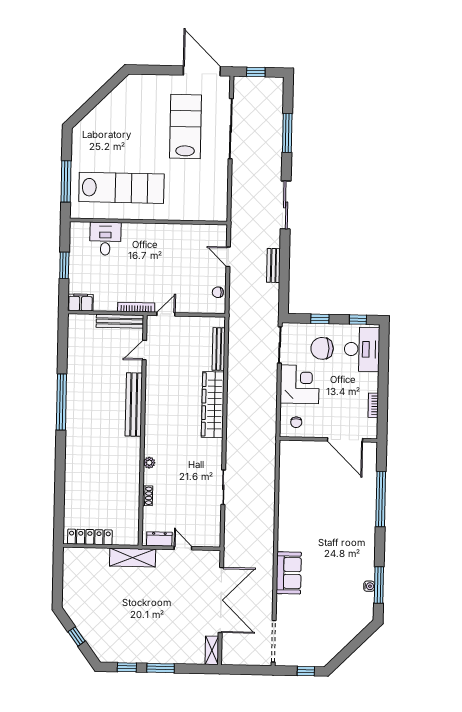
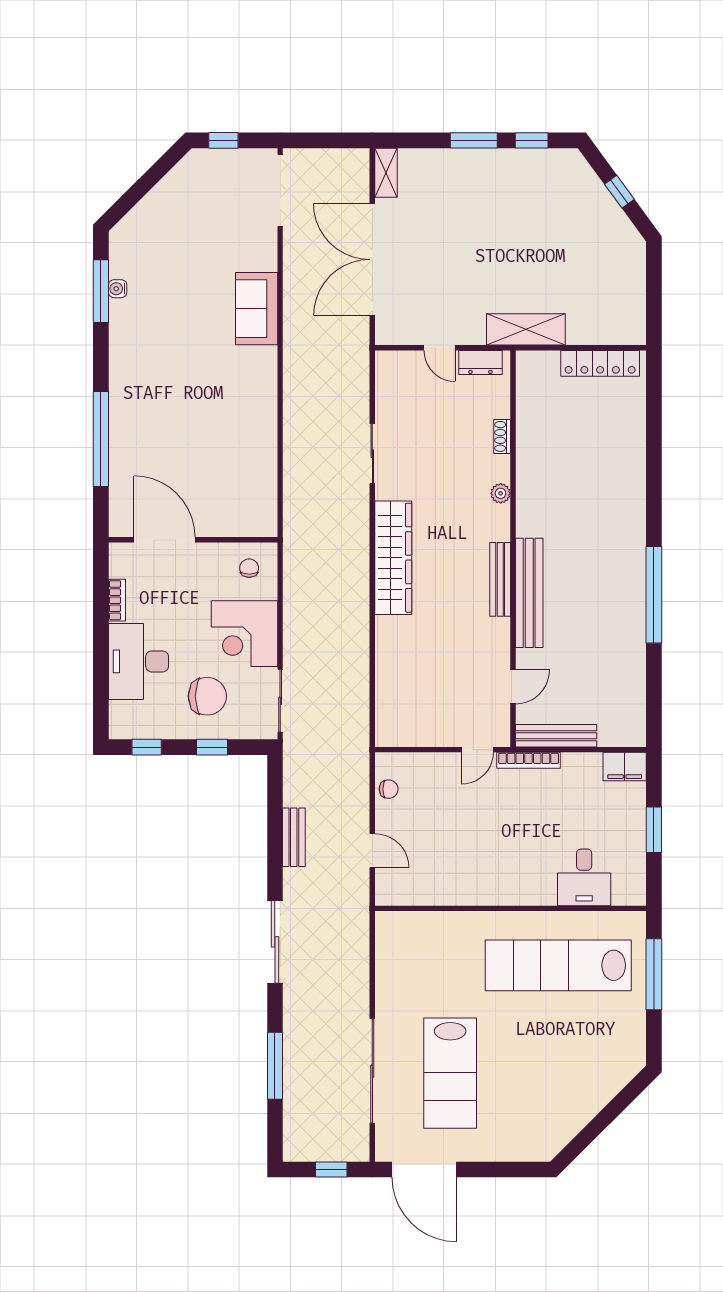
bench: (219, 349) -> (500, 579), moved
desk: (362, 349) -> (139, 661), moved
wardrobe: (213, 405) -> (393, 558), moved

